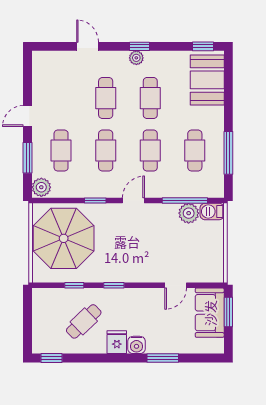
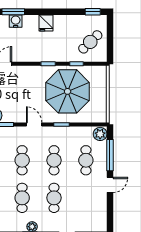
window: (28, 158) -> (110, 155), width x1.44
door: (133, 200) -> (34, 125), swing flipped
parasol: (64, 238) -> (68, 91), moved
cafe table: (84, 321) -> (90, 42), moved
water cooler: (137, 345) -> (16, 21), moved

